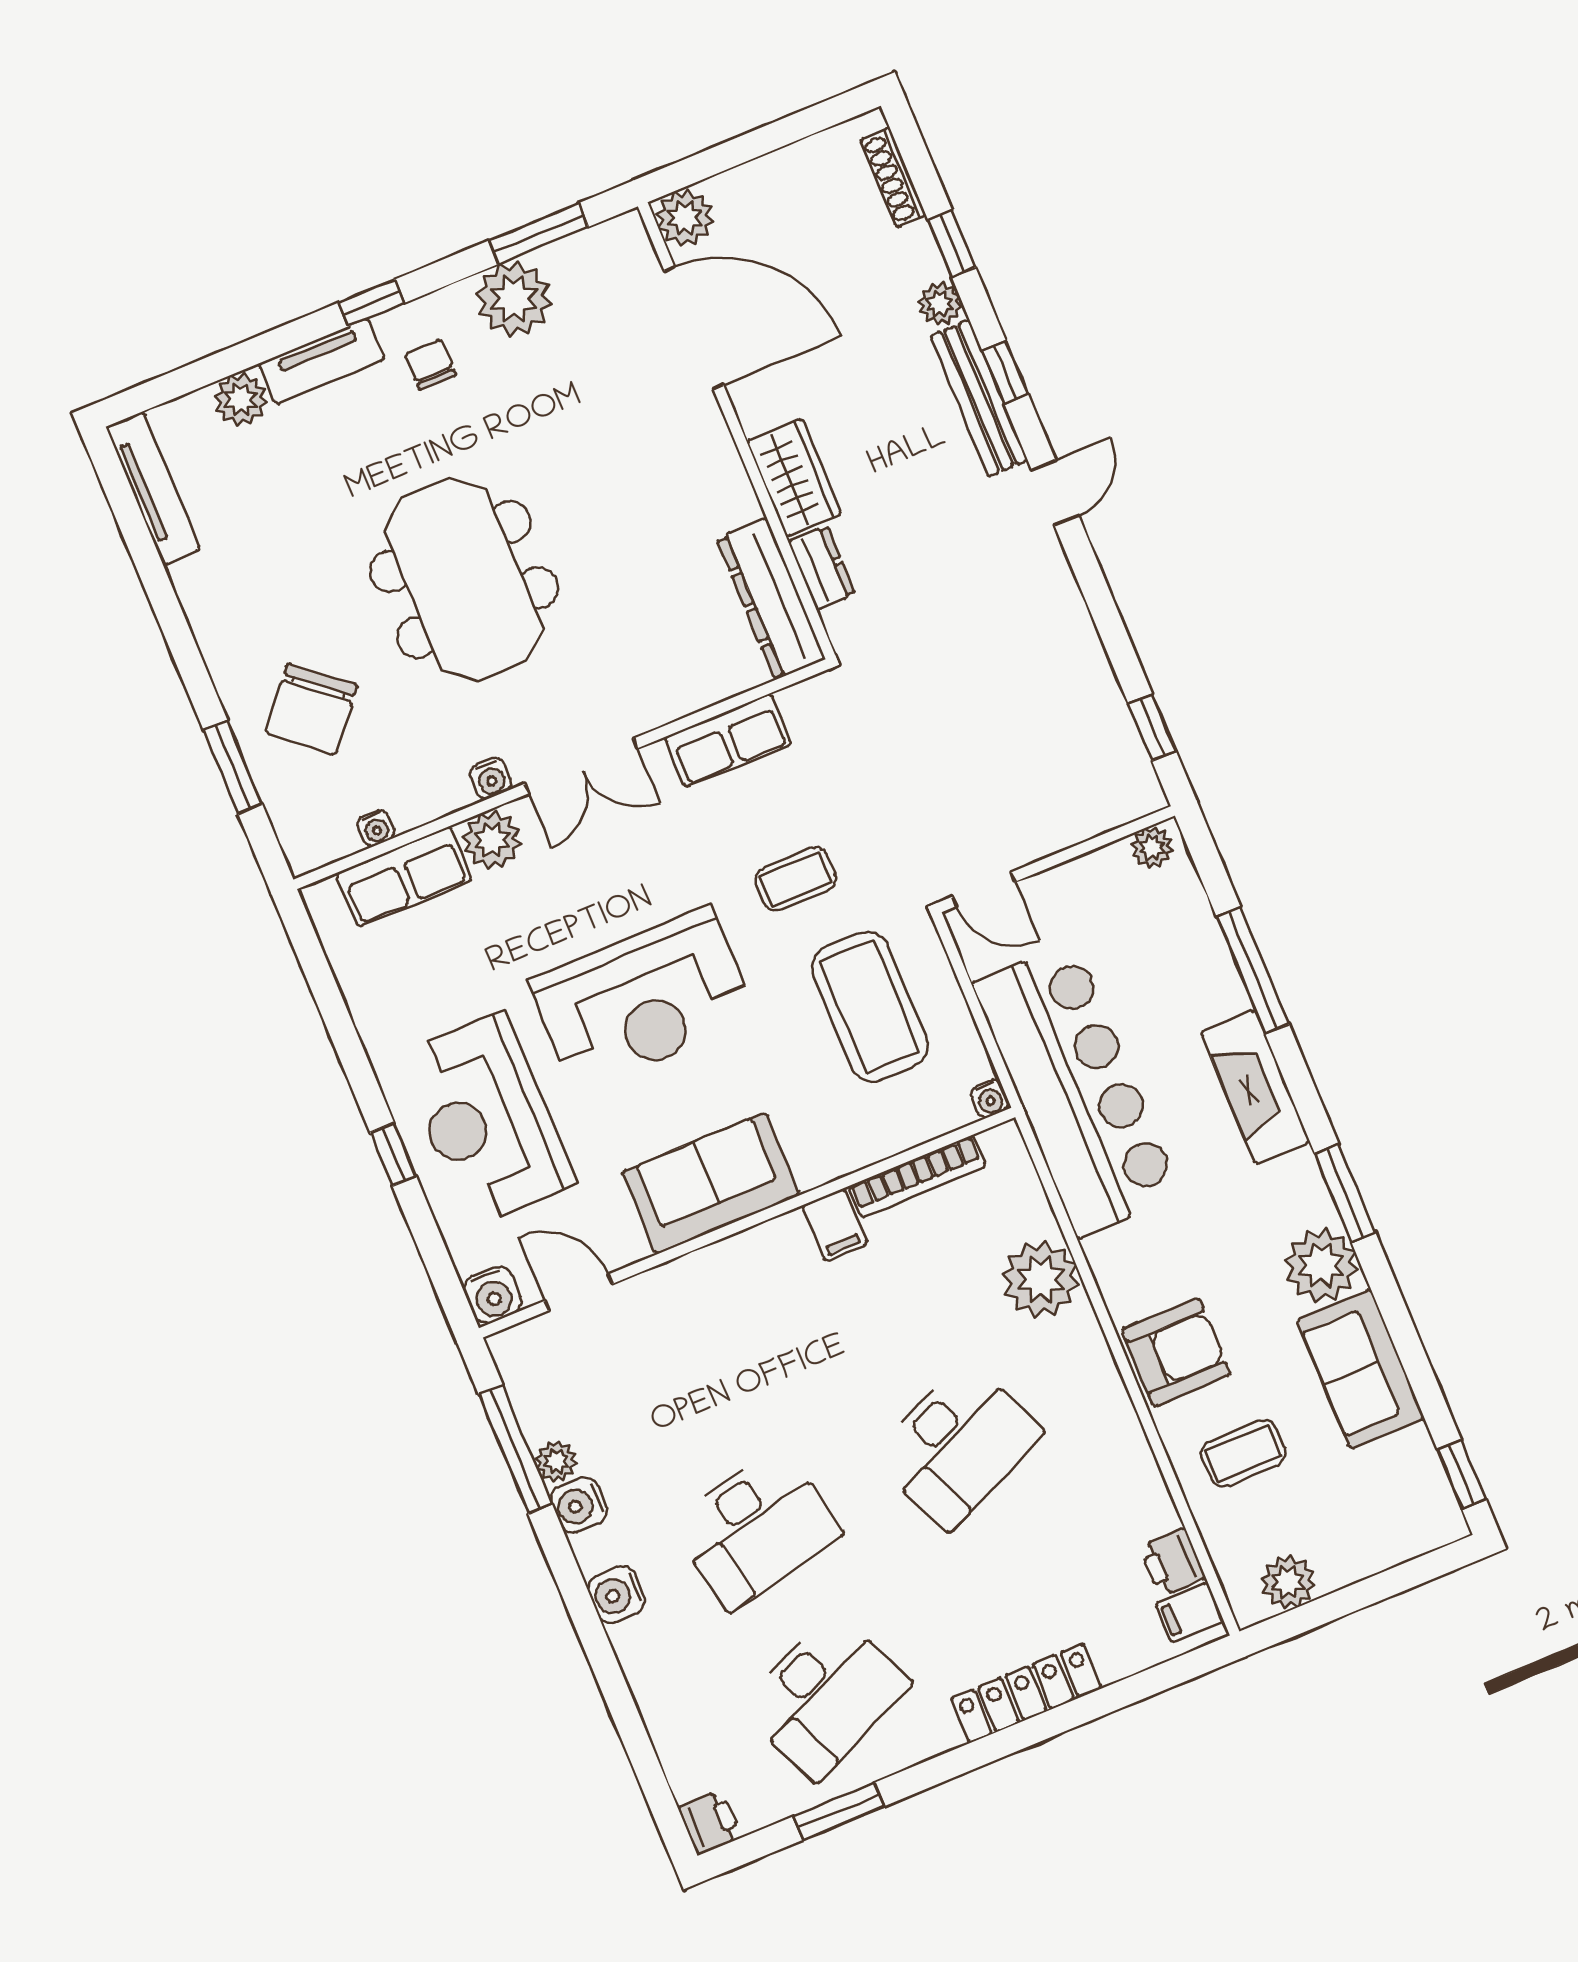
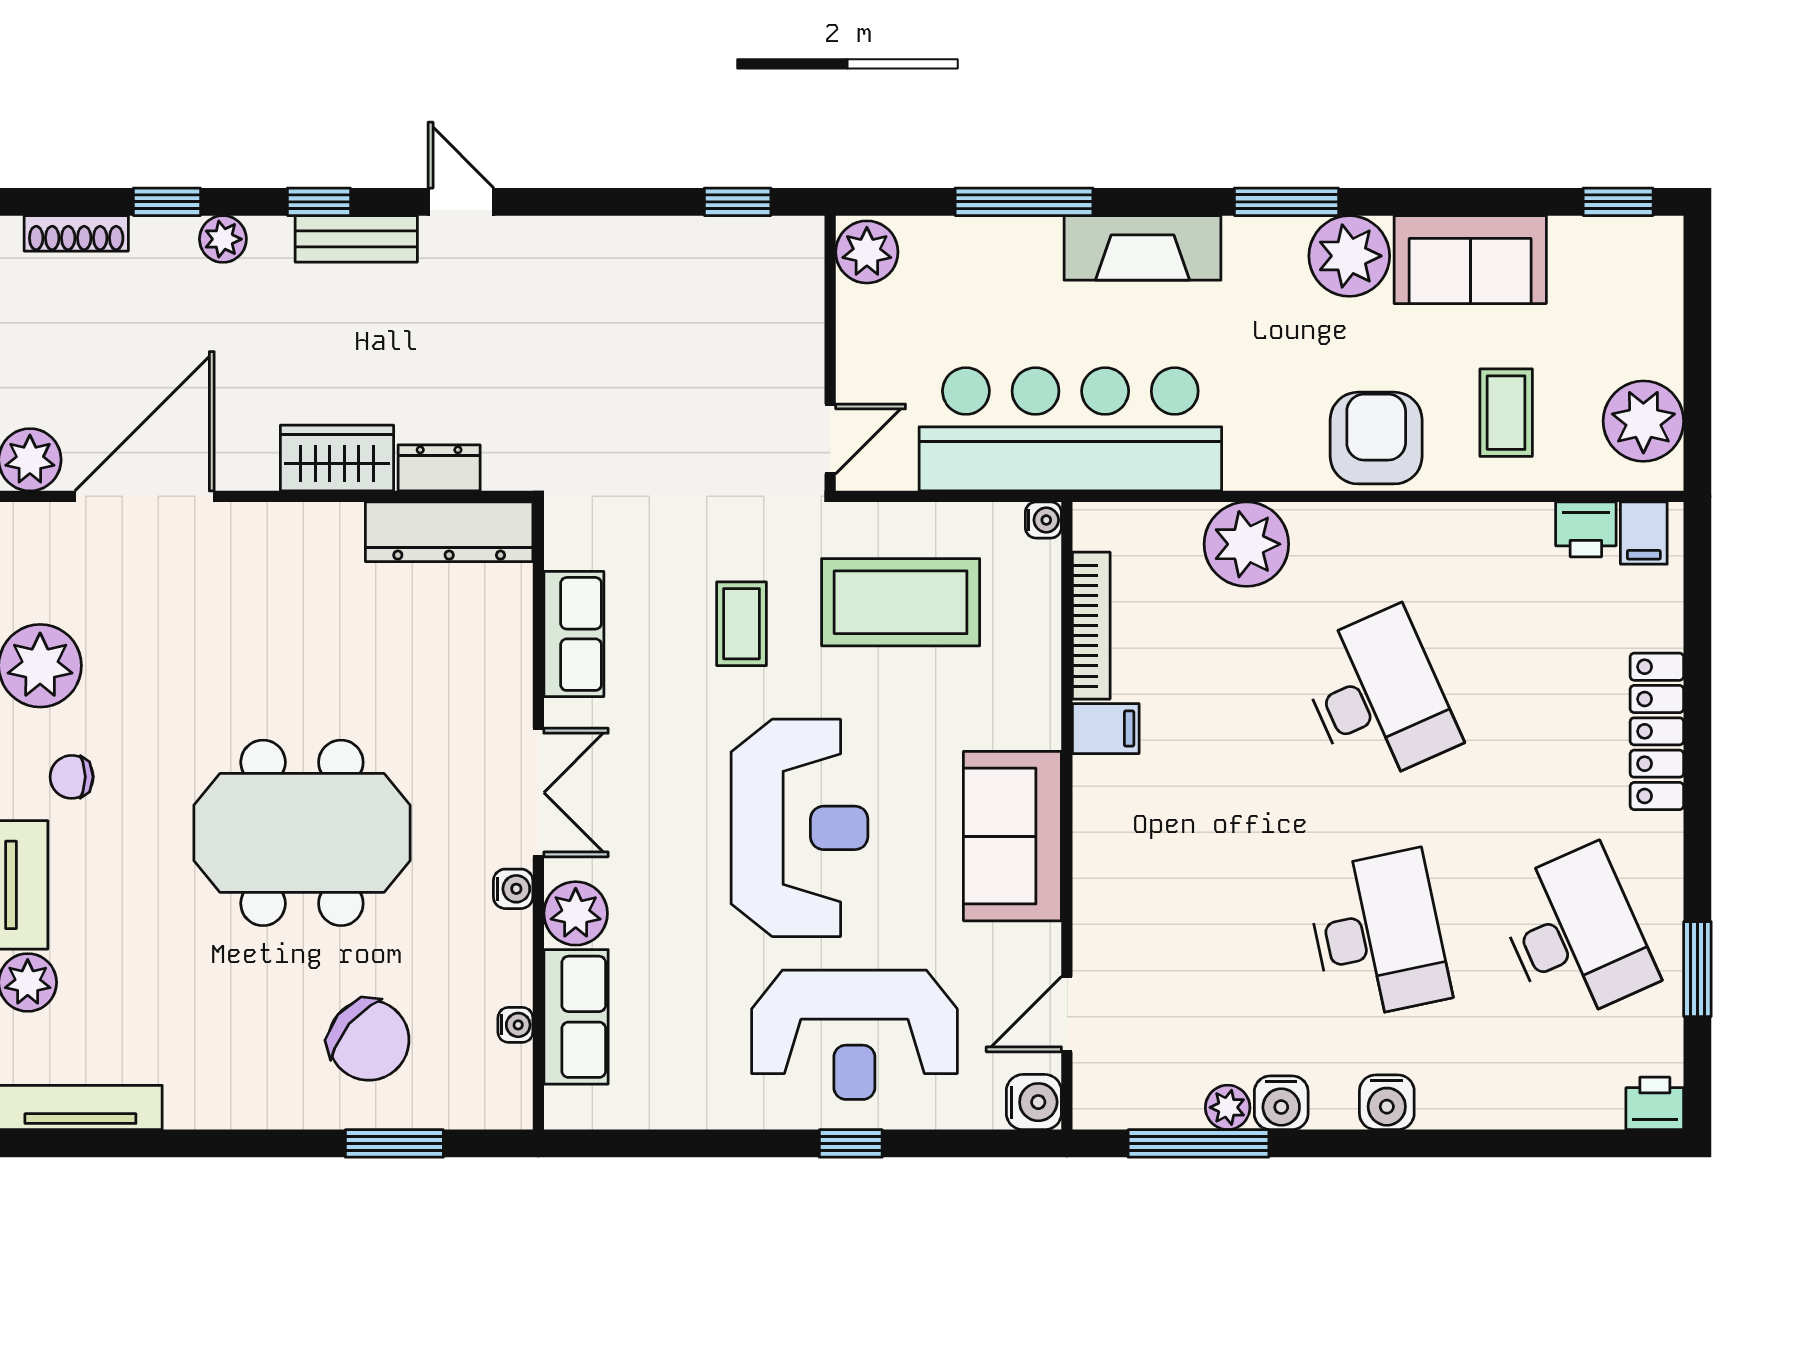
bench: (979, 398) -> (356, 239), width x0.73
plant: (1152, 847) -> (867, 252), width x1.38, depth x1.38
plant: (1288, 1582) -> (1643, 421), width x1.36, depth x1.36

